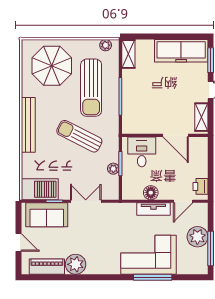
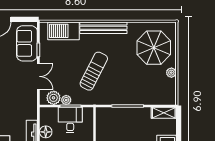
plant: (106, 45) -> (171, 73), moved
sun lounger: (91, 88) -> (135, 81), removed
desk: (142, 152) -> (70, 120), moved, turned -90
plant: (111, 184) -> (54, 98), added
barbecue: (40, 189) -> (63, 31), moved, turned 90

